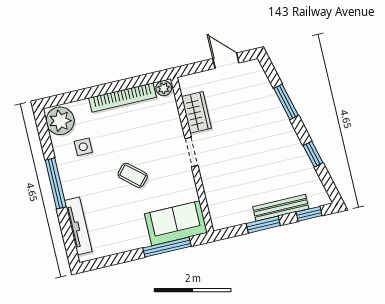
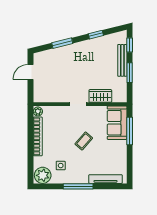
wardrobe: (196, 112) -> (100, 96), moved

